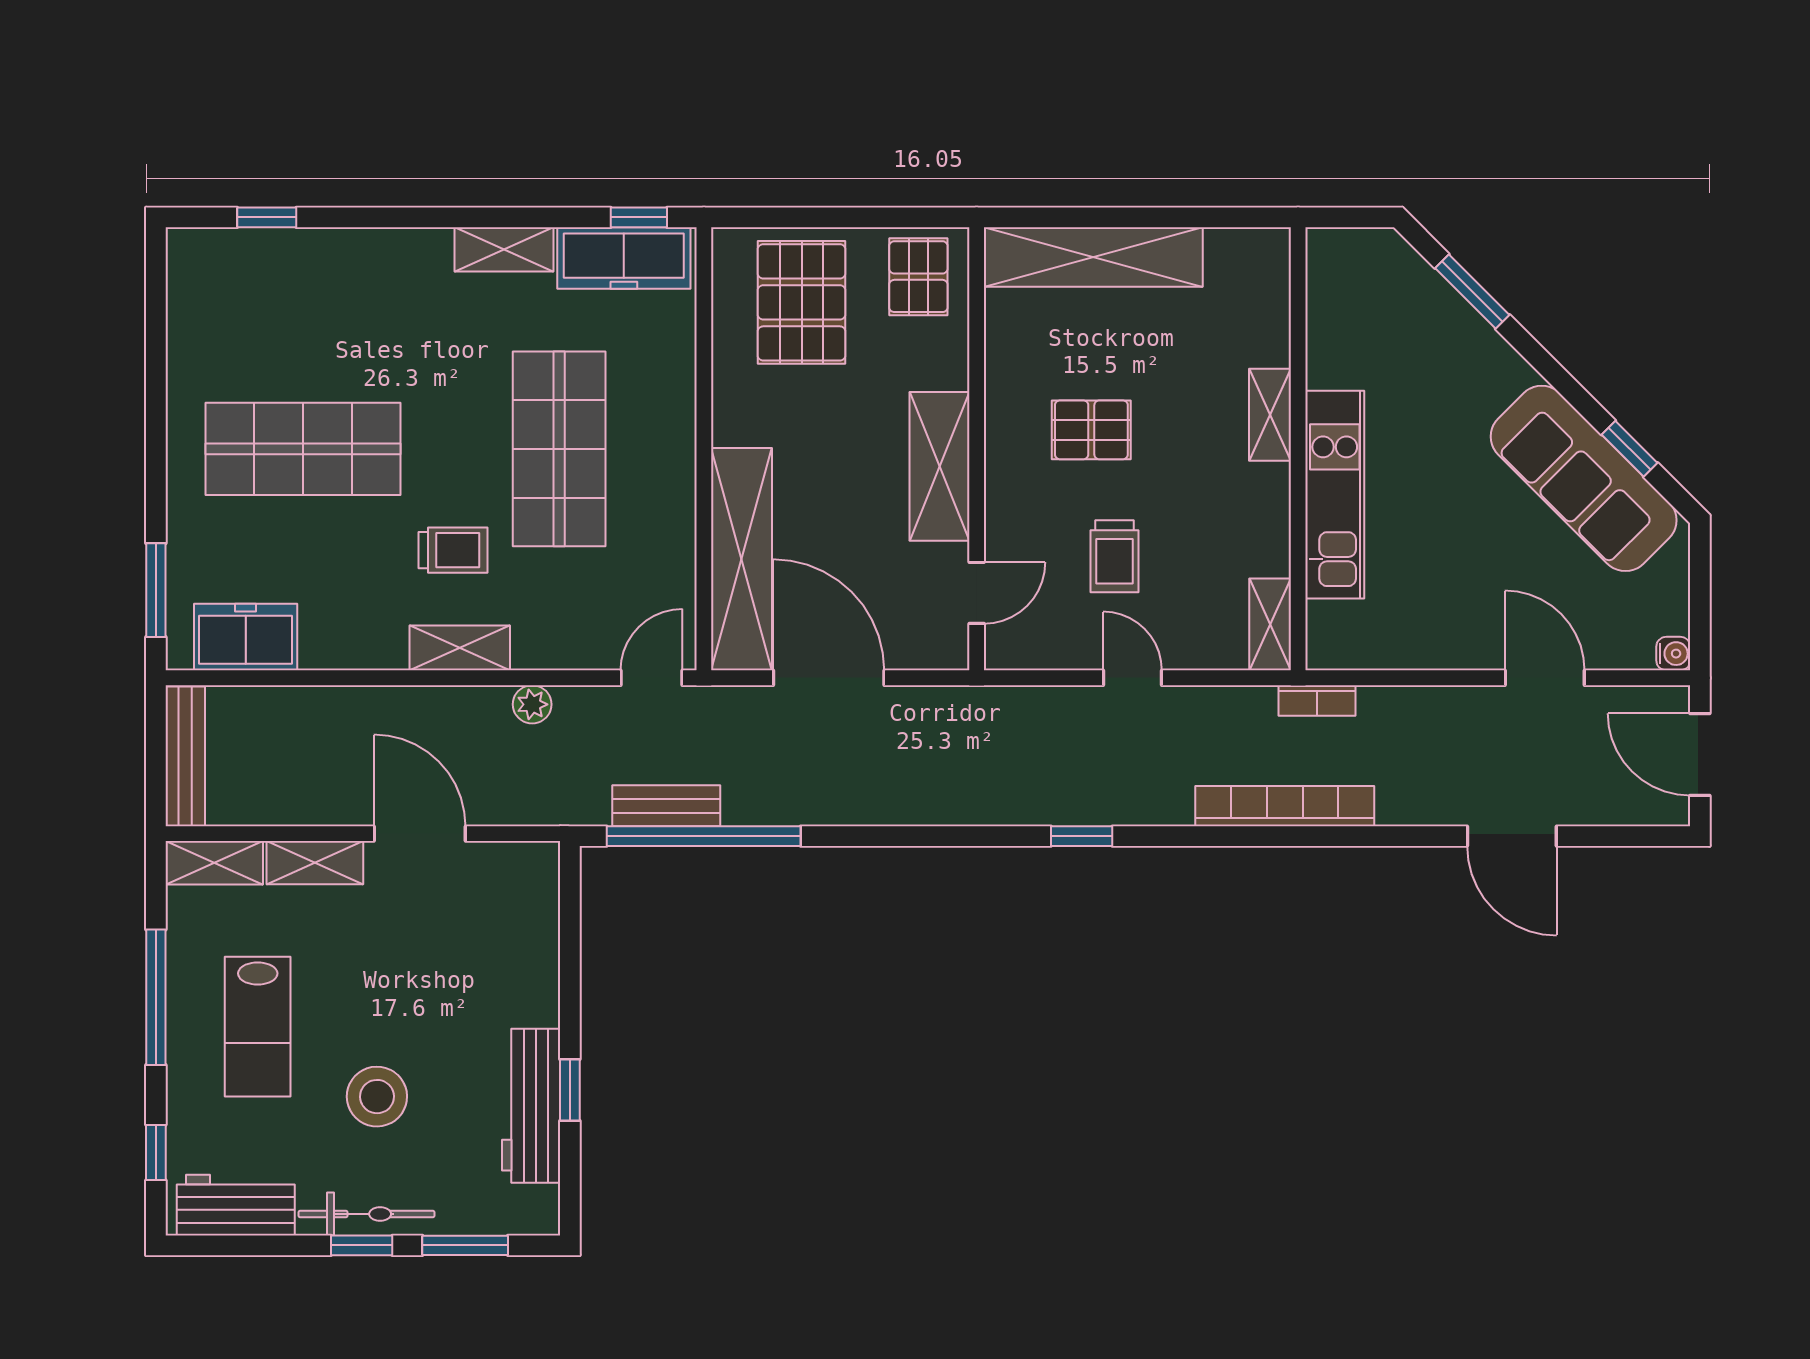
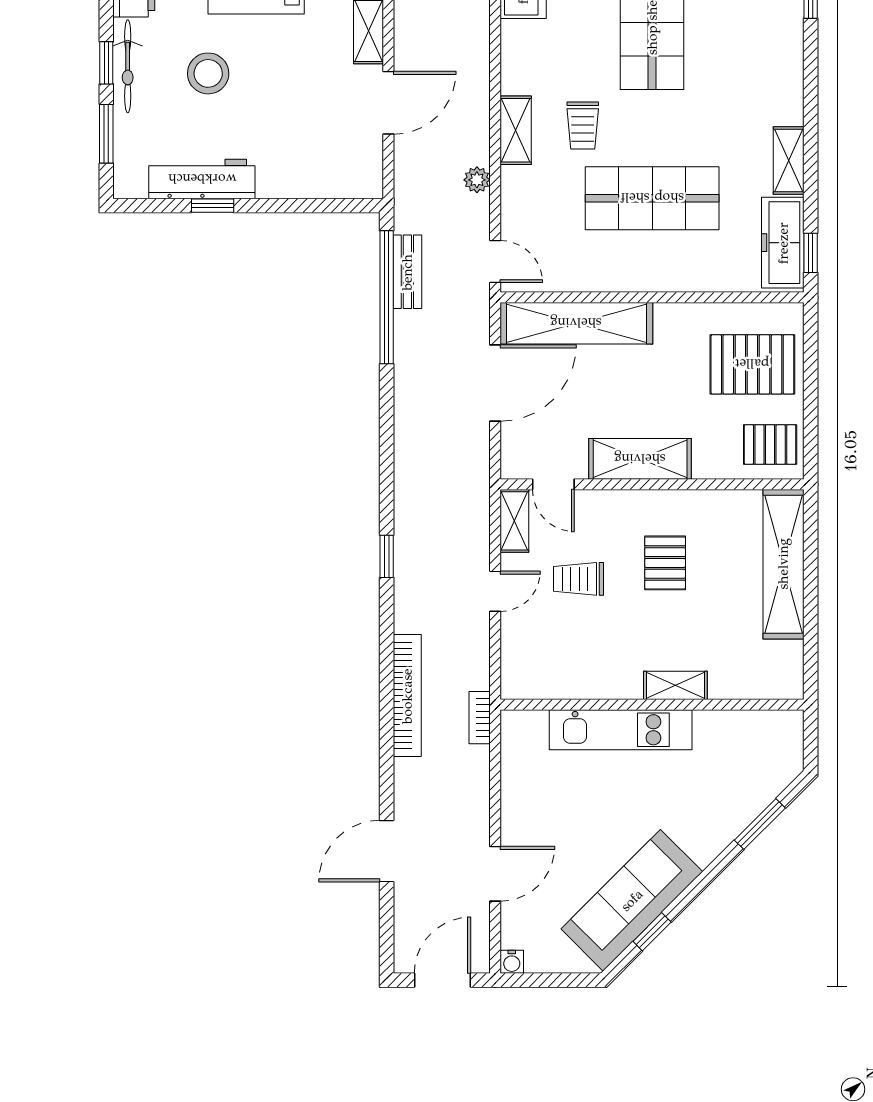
shelving: (1270, 624) -> (514, 521), moved, turned 90

